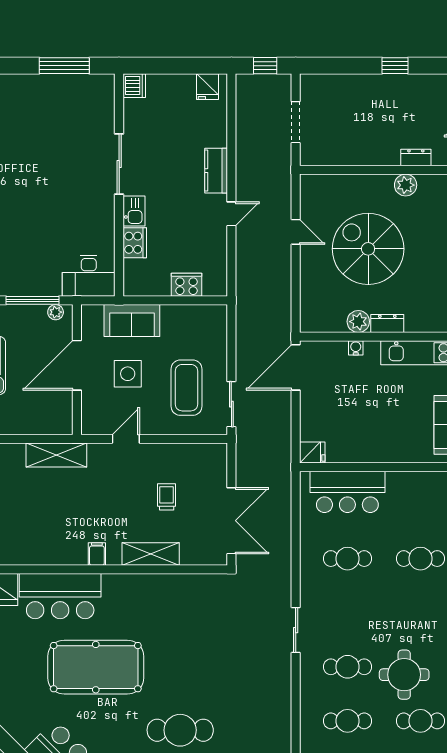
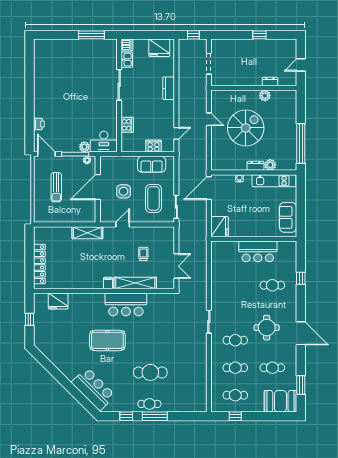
fridge: (207, 87) -> (159, 48), width x1.88, depth x1.34
kitchen sink: (134, 211) -> (127, 60), moved
door: (231, 214) -> (176, 133), moved
spiral stairs: (368, 249) -> (246, 128), turned 90
plant: (50, 286) -> (84, 147), added
sofa: (132, 321) -> (152, 164), moved
plant: (358, 322) -> (270, 165), moved
fridge: (312, 452) -> (220, 227), width x1.88, depth x1.34
bar counter: (347, 492) -> (258, 251), moved
double door: (231, 521) -> (176, 266), width x0.73
shelving: (151, 554) -> (135, 283), width x1.47
cafe table: (348, 559) -> (235, 285), removed
bar counter: (60, 596) -> (126, 304), moved
pool table: (96, 667) -> (107, 340), width x0.73, depth x0.76
round table: (404, 675) -> (267, 328), moved

